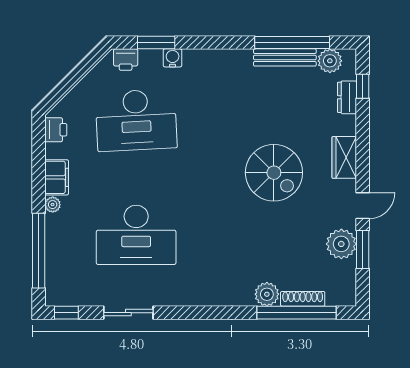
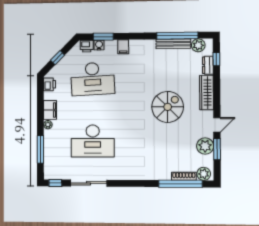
water cooler: (173, 58) -> (99, 45), moved
filing cabinet: (193, 62) -> (123, 47), added
window: (71, 80) -> (58, 58), added
wardrobe: (344, 157) -> (206, 93), width x1.50
spiral stairs: (274, 173) -> (168, 107), turned -90
window: (39, 251) -> (40, 149), width x0.68
plant: (267, 294) -> (204, 174), moved
sliding door: (128, 313) -> (89, 183), width x1.37

